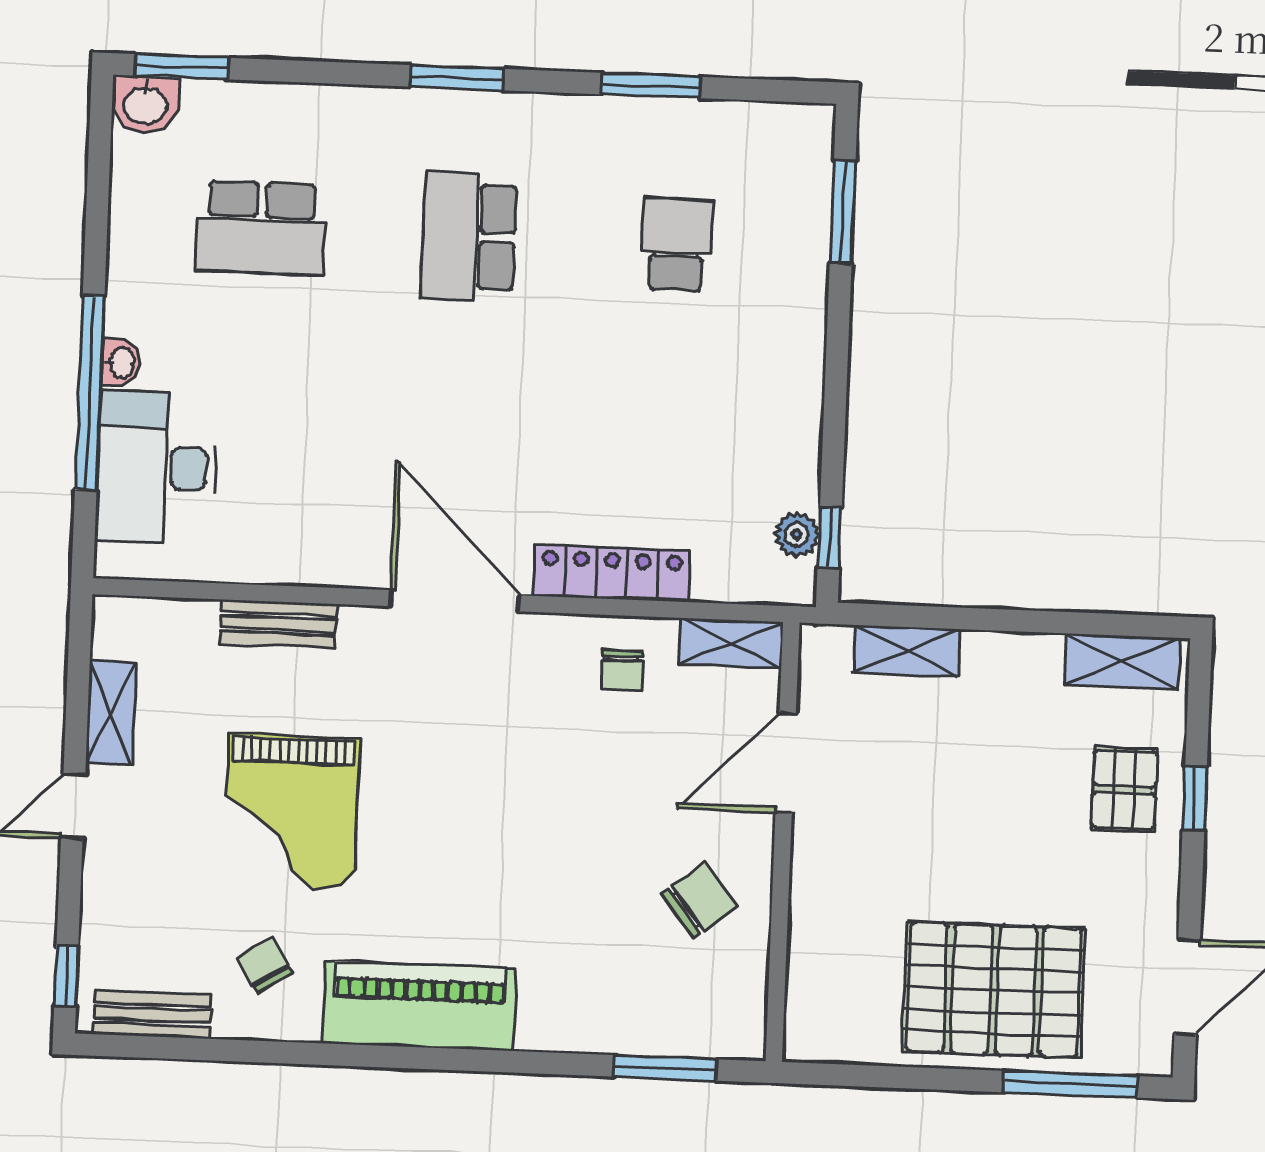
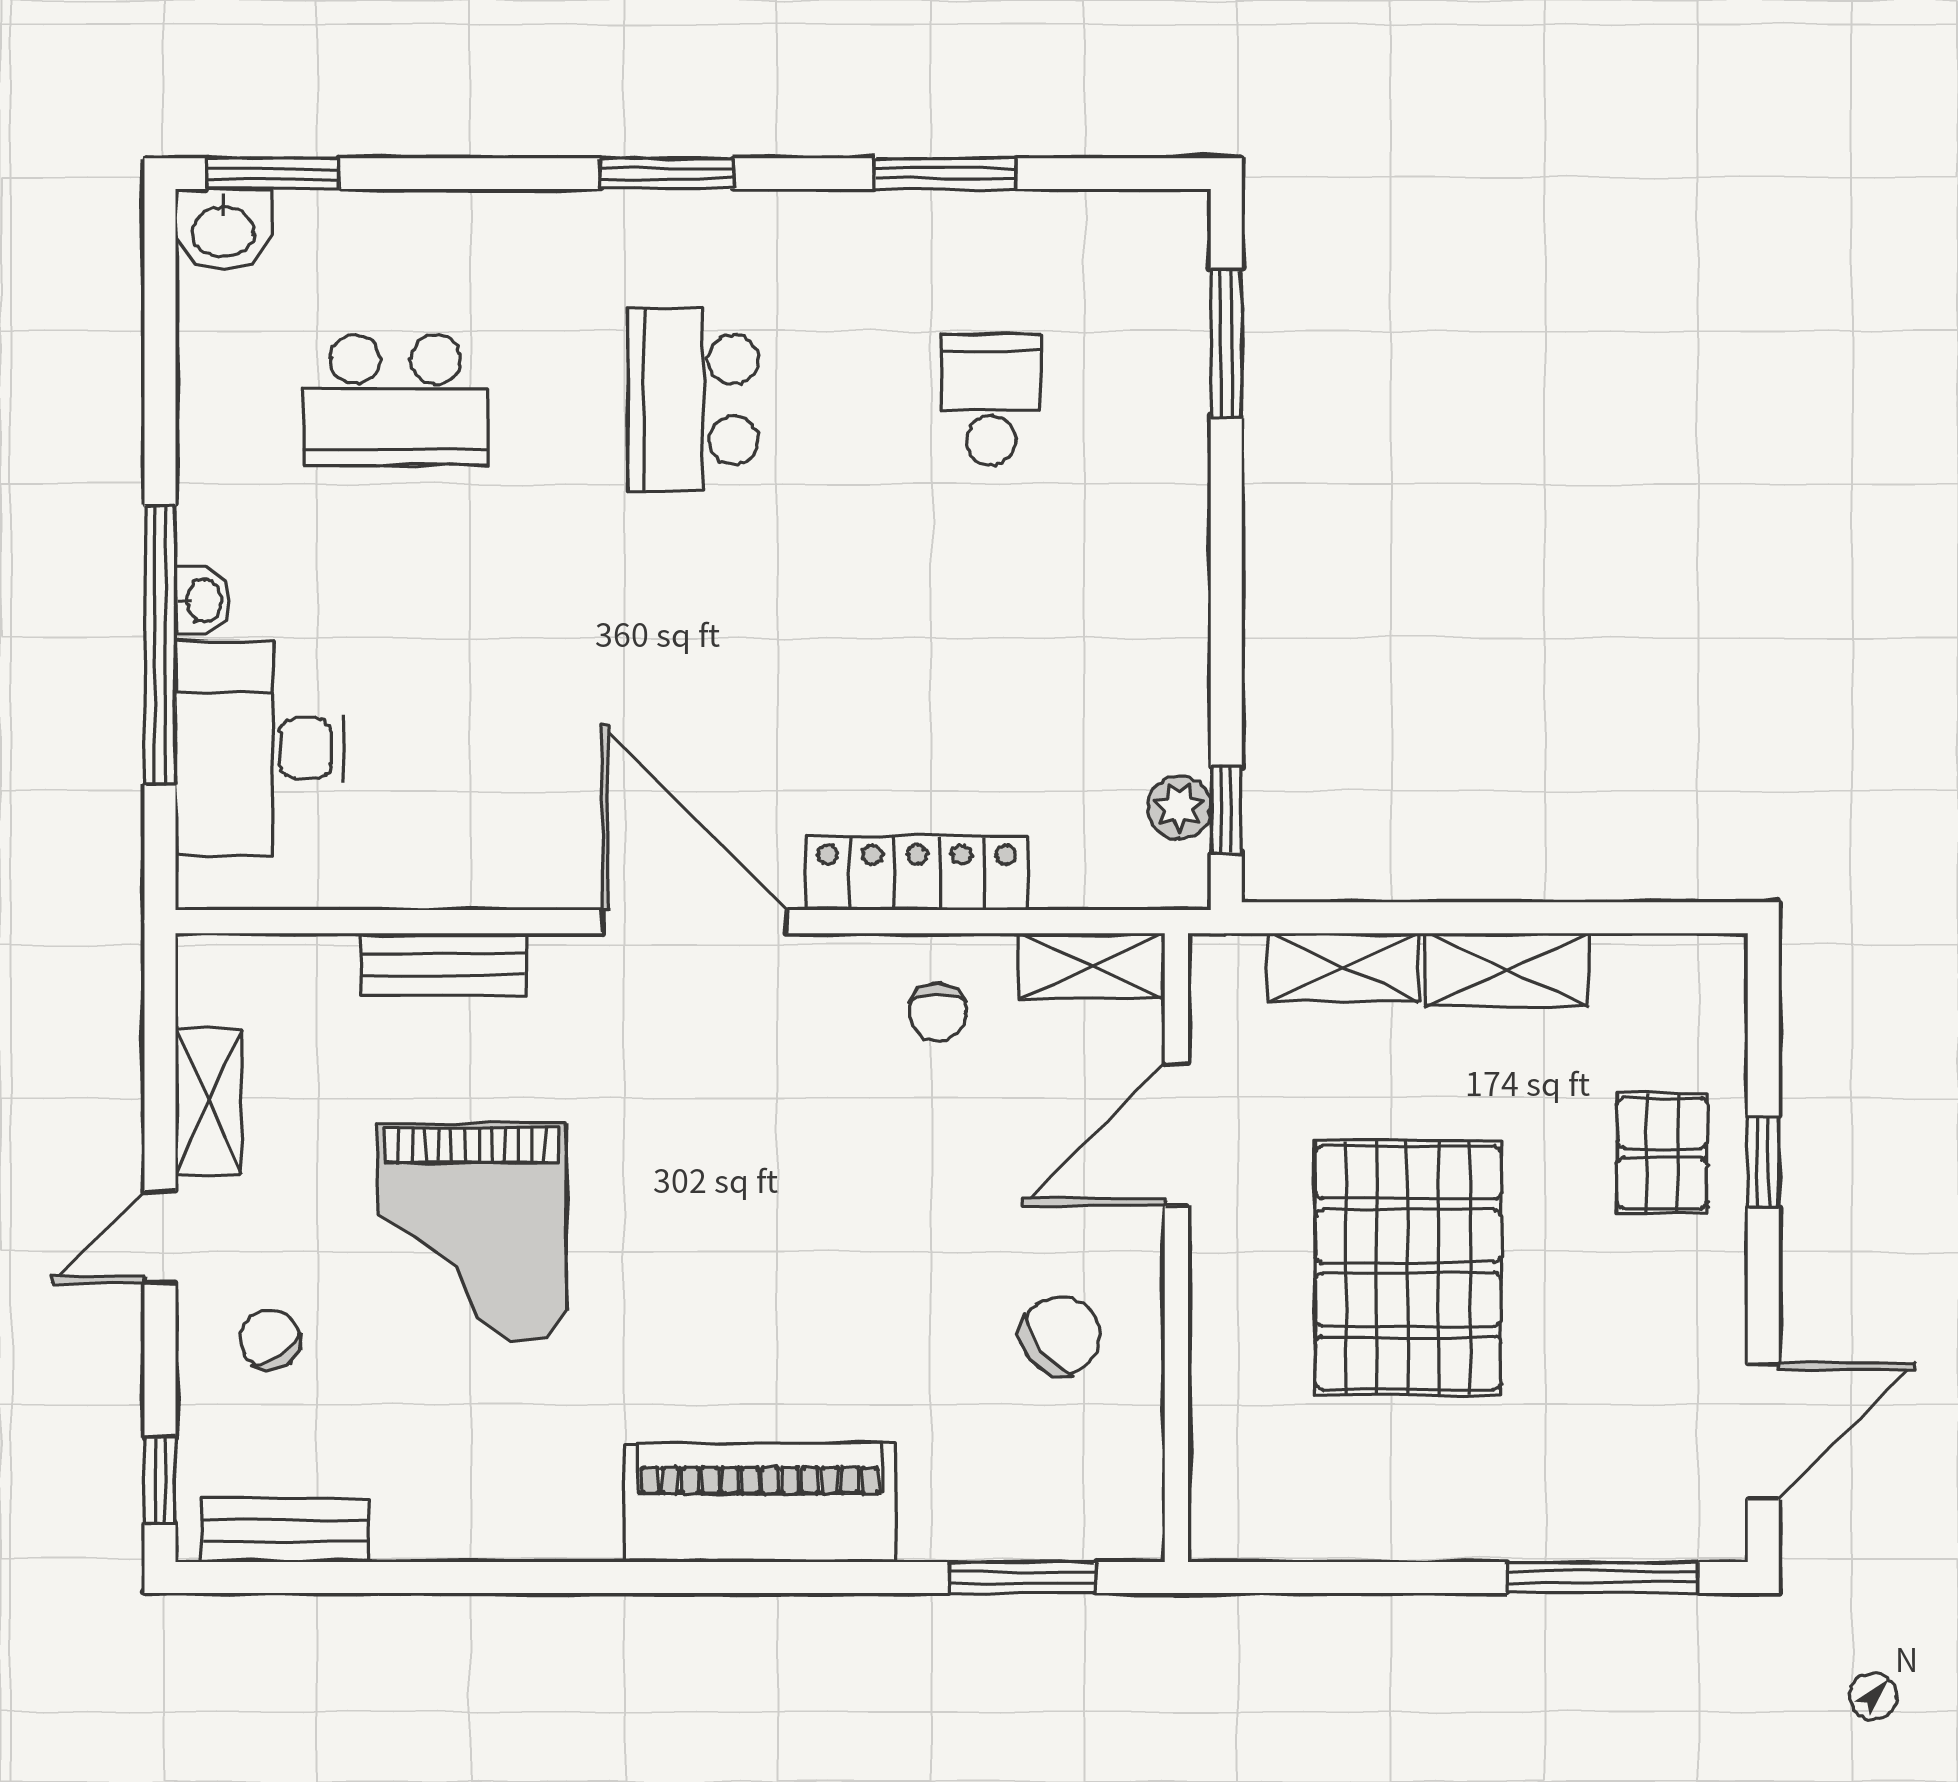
shelving: (1122, 661) -> (1507, 970), moved
chair: (265, 965) -> (270, 1340), moved
pallet: (994, 990) -> (1408, 1268), moved, turned 90
piano: (419, 1006) -> (760, 1503), moved

